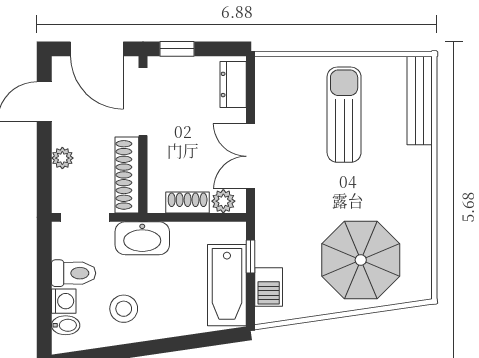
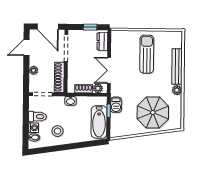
window: (177, 49) -> (90, 27), moved
bench: (420, 101) -> (177, 67), moved
plant: (420, 204) -> (177, 90), added
washbasin: (142, 238) -> (70, 101), width x0.52, depth x0.69
barbecue: (269, 287) -> (116, 105), moved

